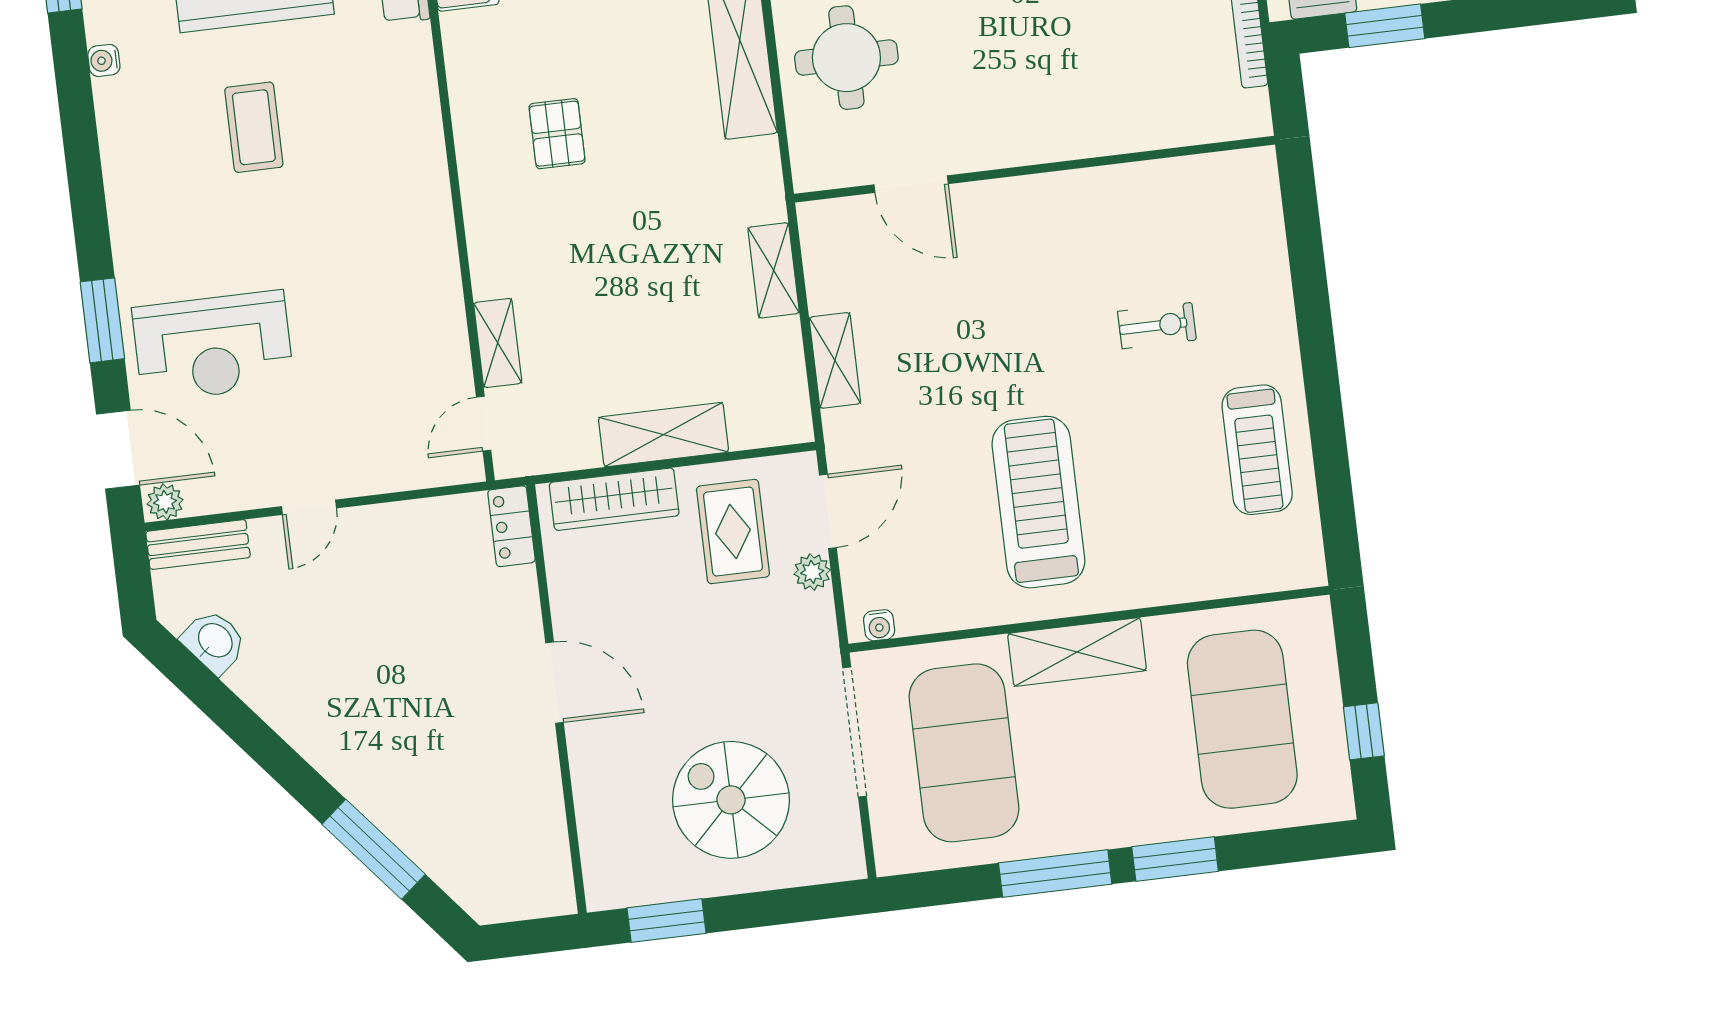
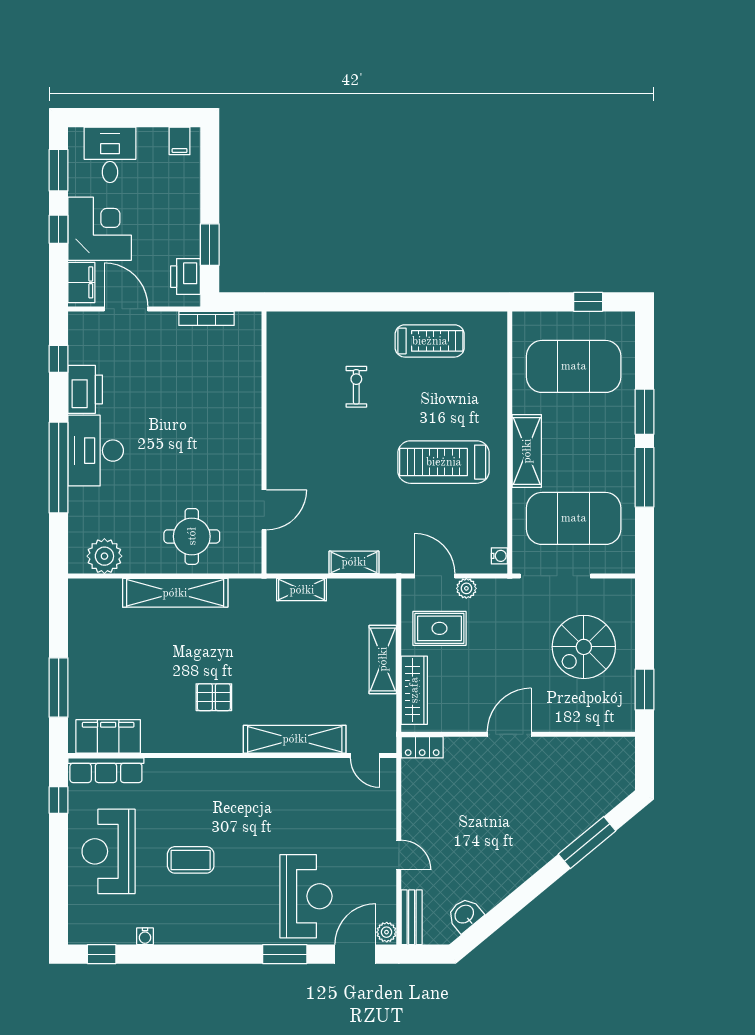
shelving: (498, 343) -> (295, 739), width x2.20, depth x1.33

